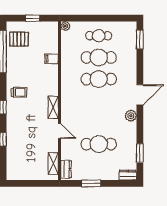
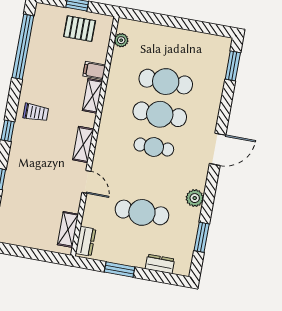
plant: (65, 26) -> (121, 40), moved
cafe table: (99, 36) -> (154, 147), moved
pallet: (19, 39) -> (80, 29), moved
shelving: (53, 75) -> (92, 96), added
plant: (131, 116) -> (195, 198), moved
dresser: (128, 175) -> (160, 264), moved

